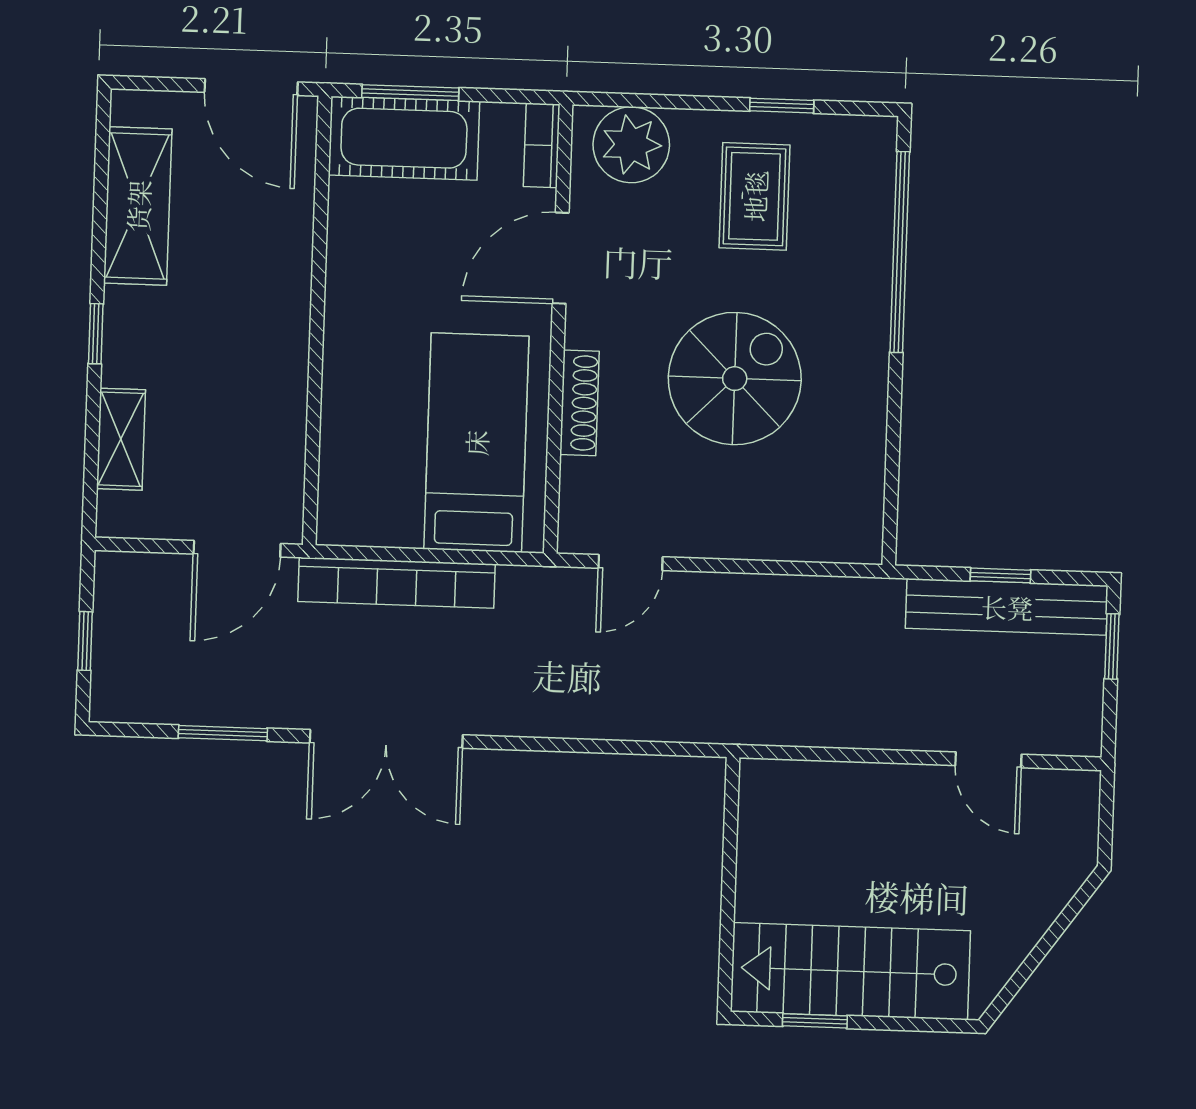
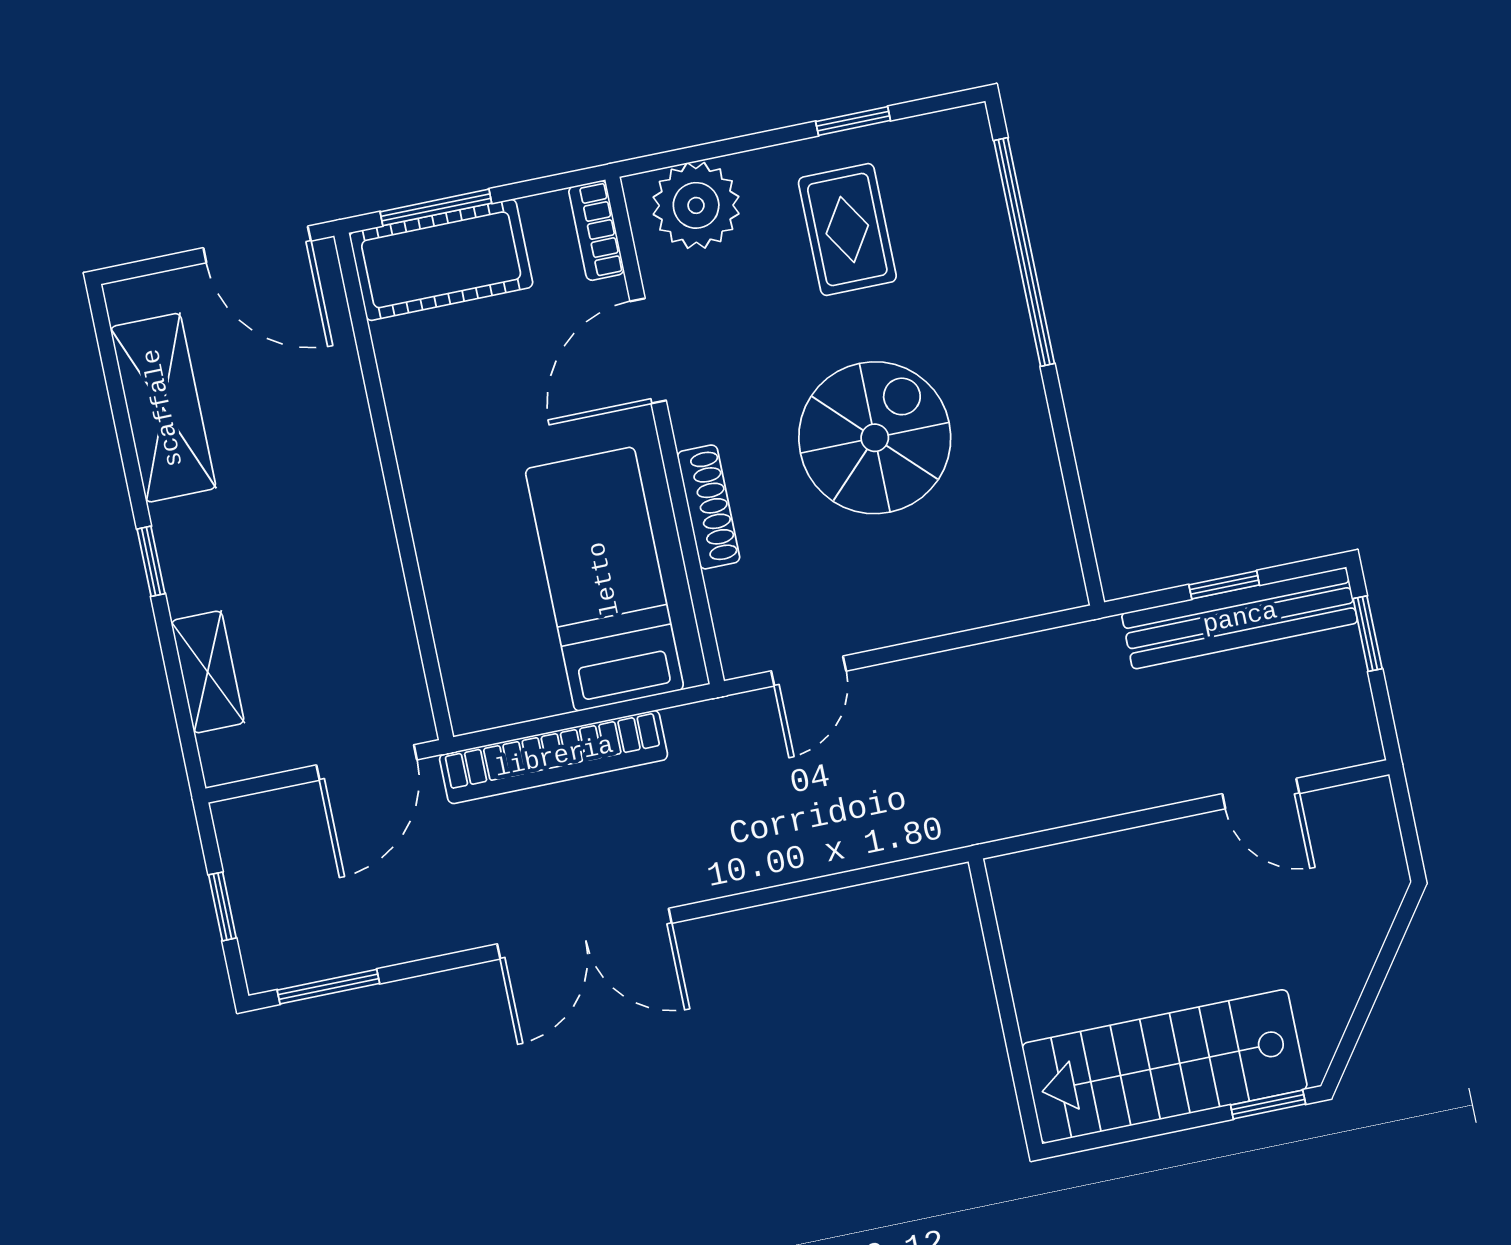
window: (223, 733) -> (328, 987), moved
window: (815, 1021) -> (1268, 1104), moved

